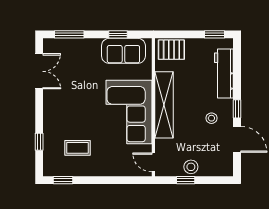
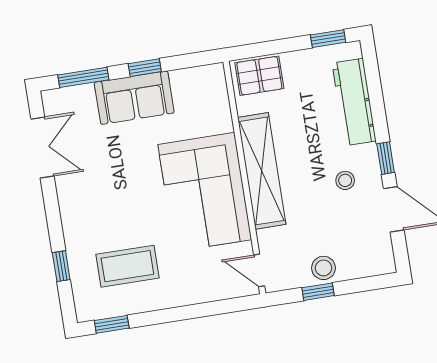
window: (118, 34) -> (145, 68), moved
sofa: (123, 51) -> (134, 98), moved
coffee table: (77, 148) -> (127, 266), width x1.36, depth x1.30

